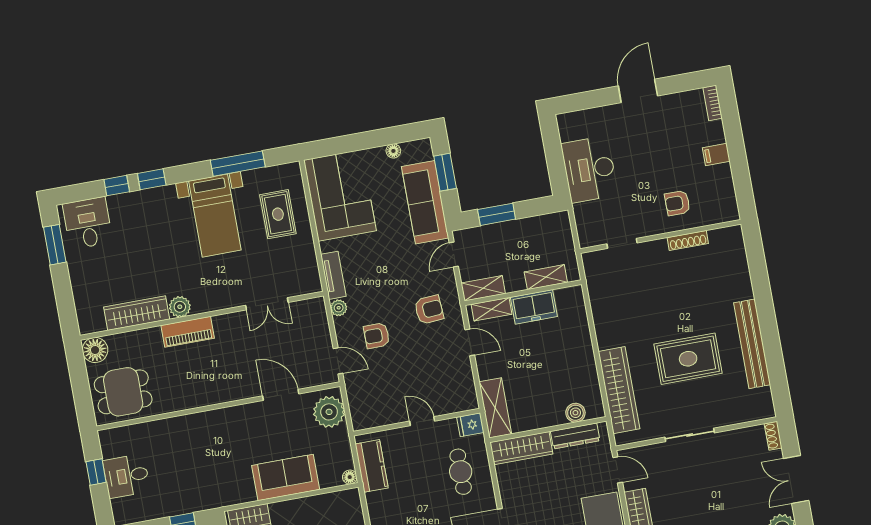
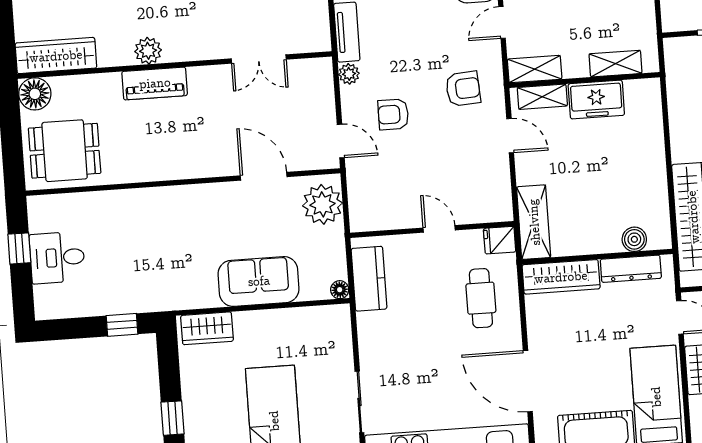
wardrobe: (137, 313) -> (56, 56), moved

